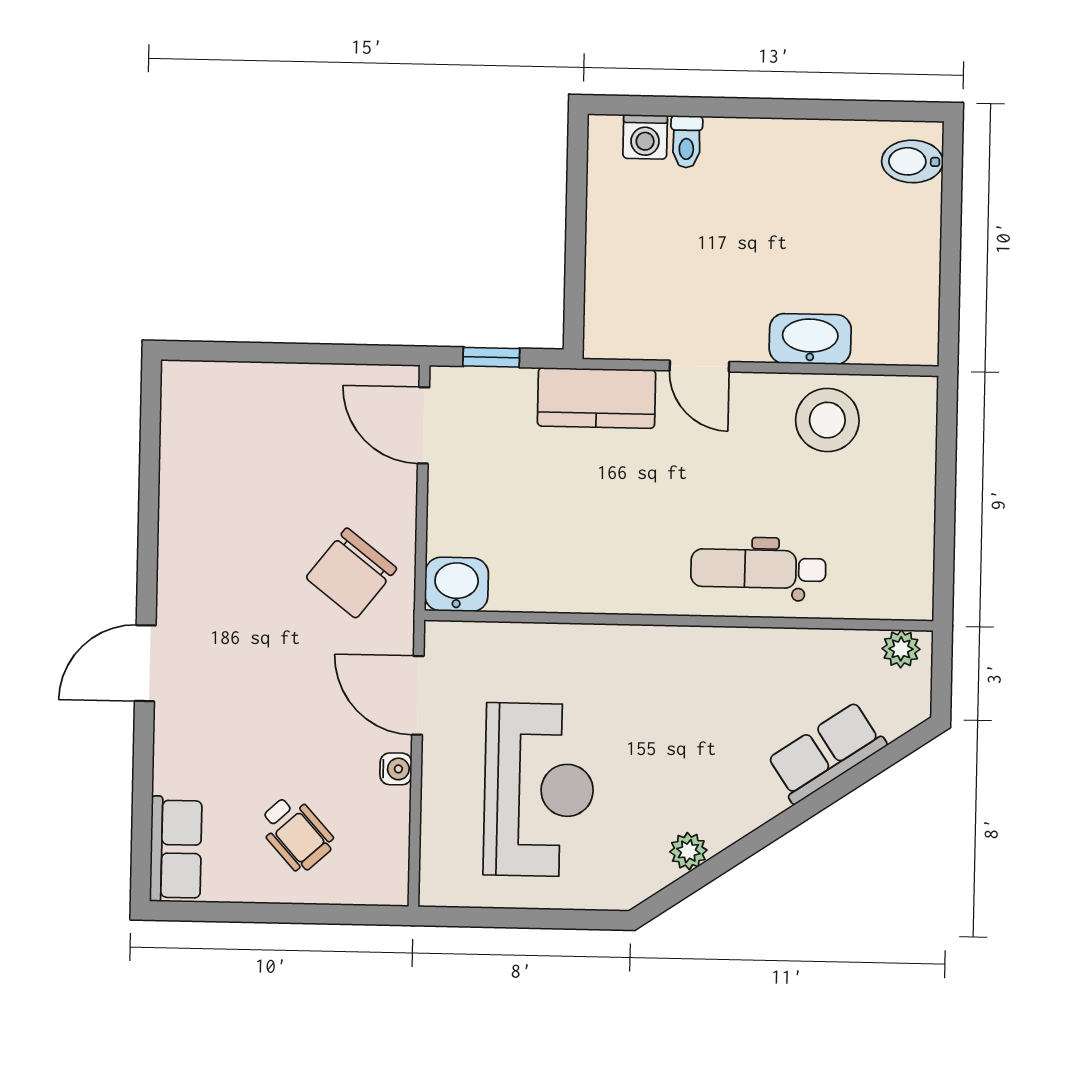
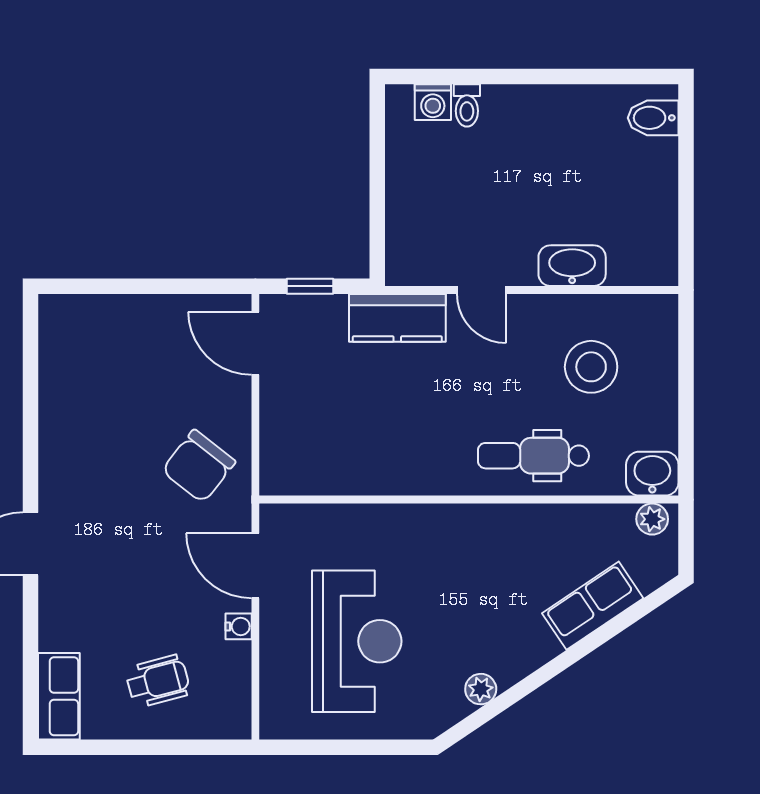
stool: (827, 420) -> (591, 367), moved
washbasin: (457, 584) -> (652, 474), moved
wheelchair: (296, 833) -> (158, 681), turned -63

